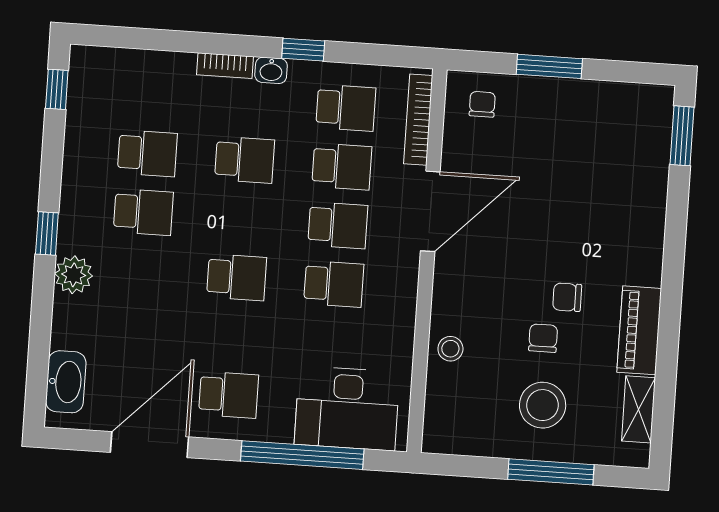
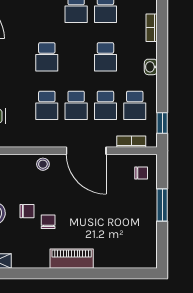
window: (303, 50) -> (162, 123), moved
bookcase: (225, 66) -> (152, 28), moved
bookcase: (418, 120) -> (131, 142), width x0.64
window: (682, 136) -> (132, 273), removed
piano: (639, 330) -> (72, 259), moved
stool: (450, 349) -> (43, 164), moved

